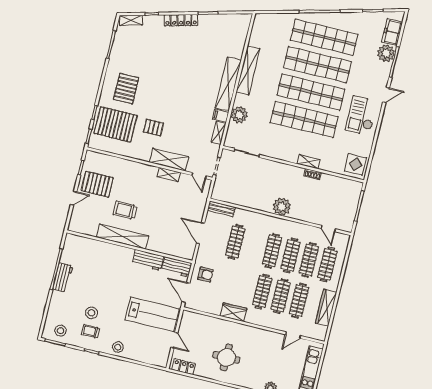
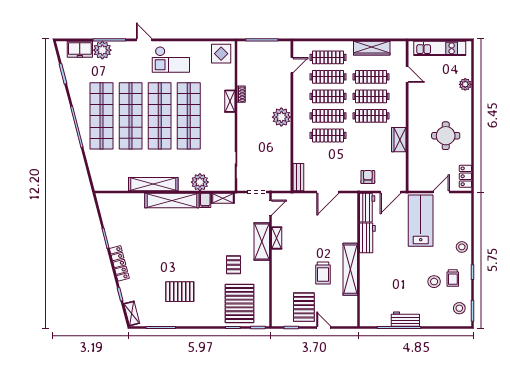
pallet: (126, 89) -> (180, 292), moved
clothes rail: (235, 242) -> (328, 135), moved

